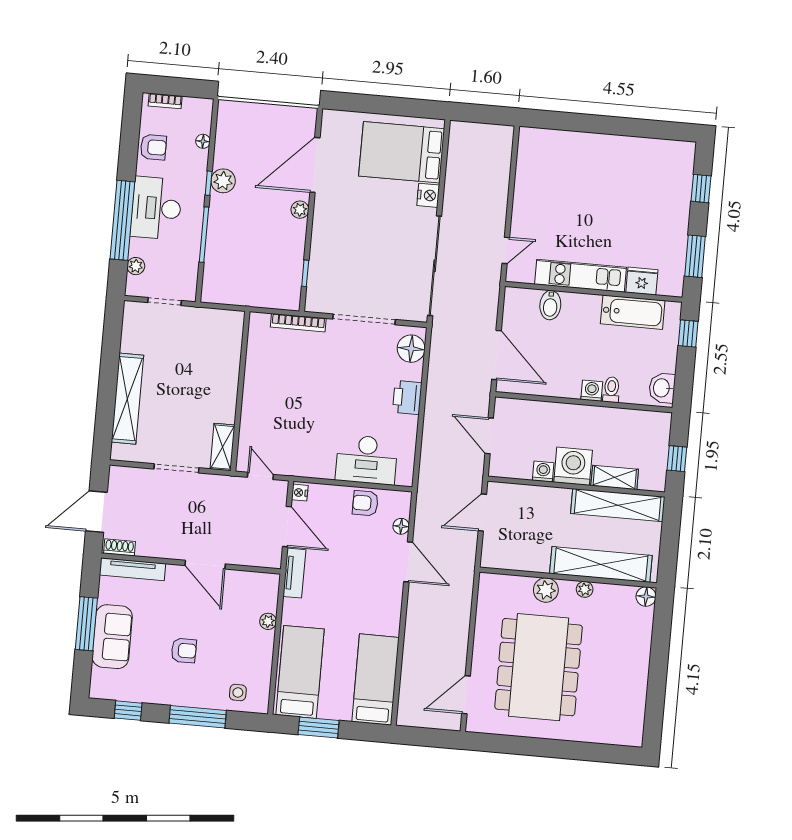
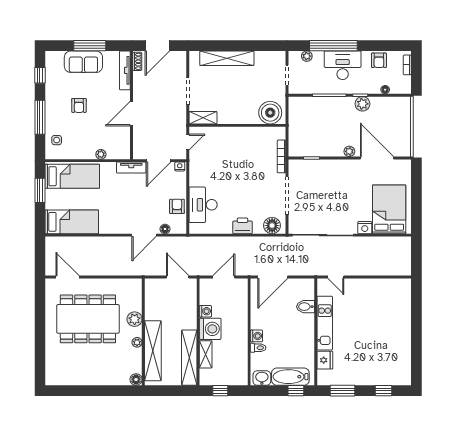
bathtub: (633, 312) -> (290, 377), moved, turned 90
boiler: (224, 335) -> (270, 113), added
door: (96, 512) -> (157, 46), swing flipped

